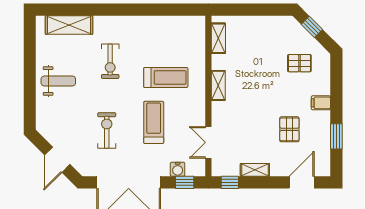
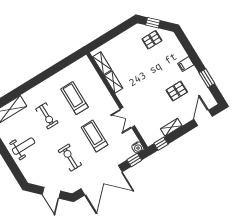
pallet: (299, 63) -> (152, 40), moved
treadmill: (166, 77) -> (75, 98), moved, turned -90
shelving: (218, 85) -> (113, 82), moved
pallet: (289, 129) -> (177, 91), turned 90
double door: (208, 142) -> (127, 117), moved
water cooler: (178, 169) -> (138, 147), moved

